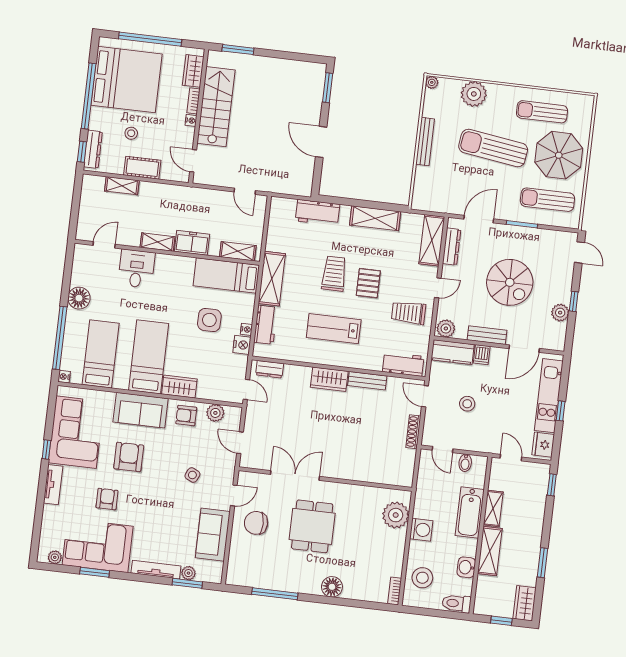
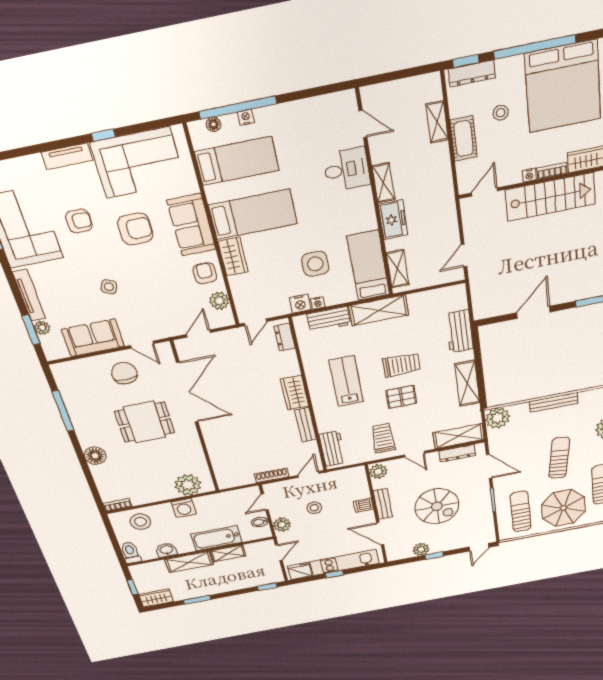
sun lounger: (493, 148) -> (559, 458), width x0.73, depth x0.75
plant: (424, 198) -> (498, 418), added
spiral stairs: (510, 282) -> (437, 506), turned -90
floor lamp: (79, 298) -> (214, 124), moved, width x0.53, depth x0.53
kitchen counter: (453, 352) -> (358, 483), removed
nightstand: (64, 377) -> (246, 117), moved
plant: (476, 442) -> (282, 525), added
side table: (192, 475) -> (109, 287), moved
double door: (295, 475) -> (187, 392), width x1.36

